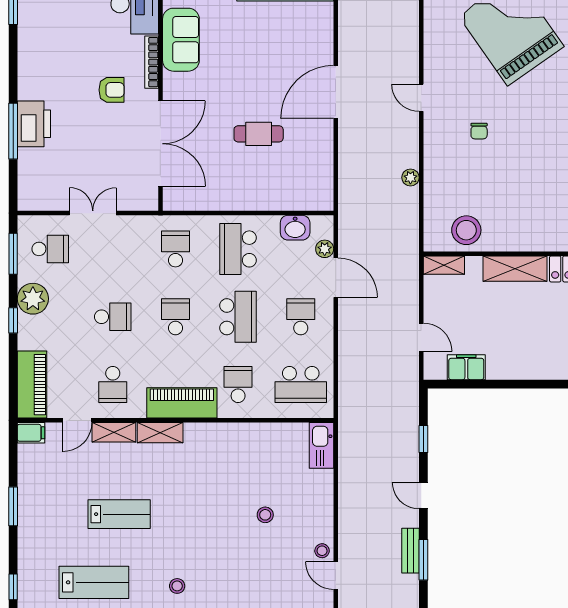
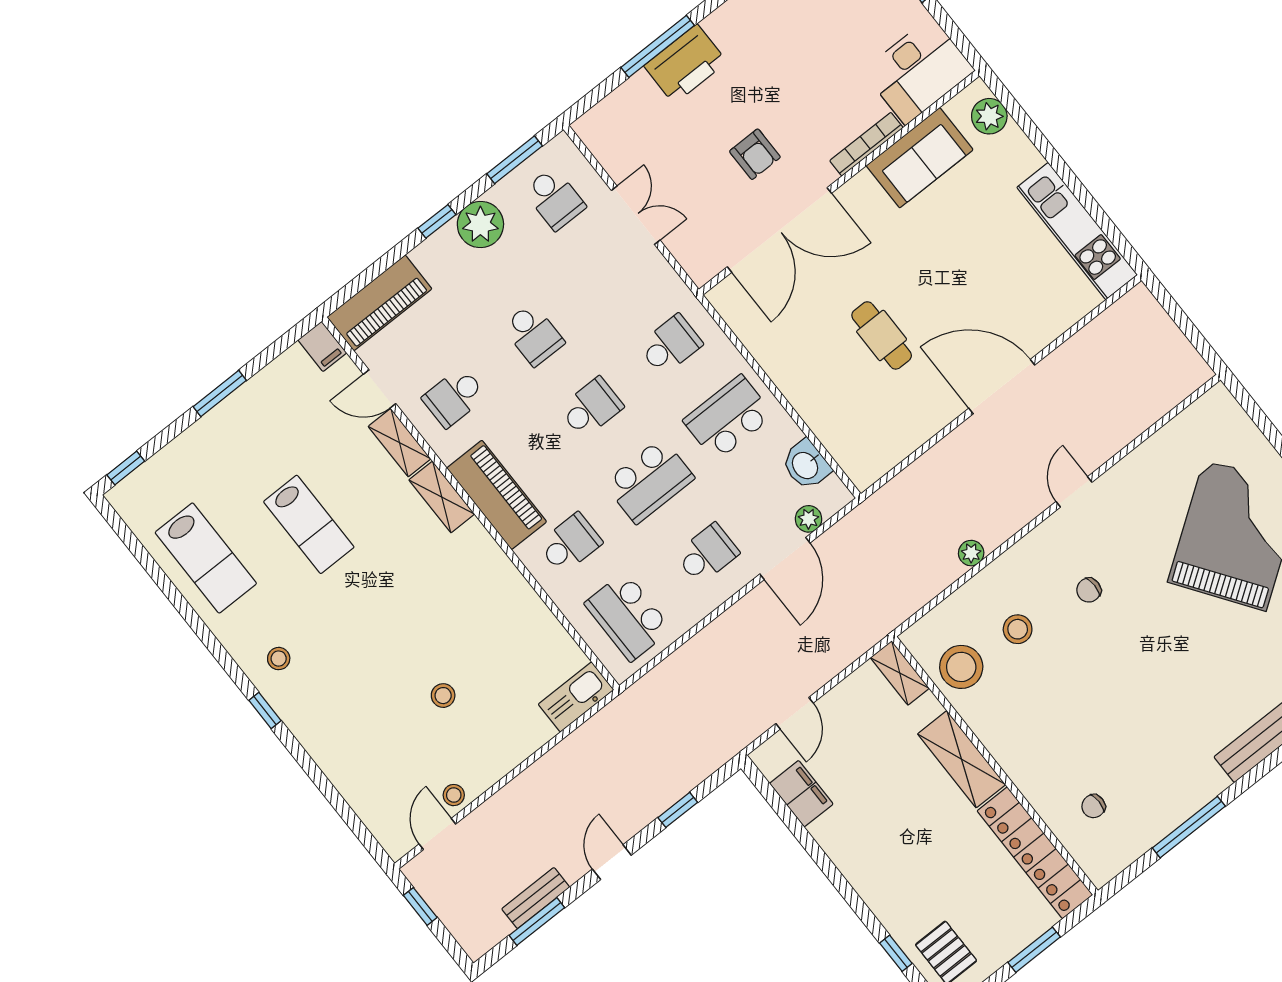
armchair: (111, 90) -> (755, 154), moved
stool: (470, 185) -> (1018, 629), added

